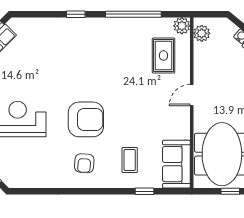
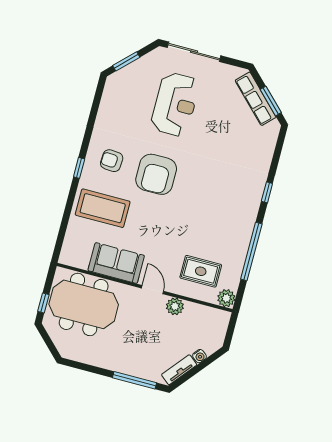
plant: (202, 33) -> (175, 306), moved
coffee table: (130, 160) -> (103, 208), width x1.86, depth x1.72
sofa: (176, 164) -> (116, 263), moved
window: (145, 191) -> (79, 168), moved

